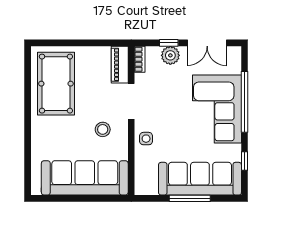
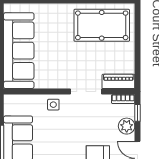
window: (169, 43) -> (138, 113), moved
stool: (103, 129) -> (61, 66), removed

